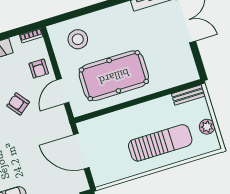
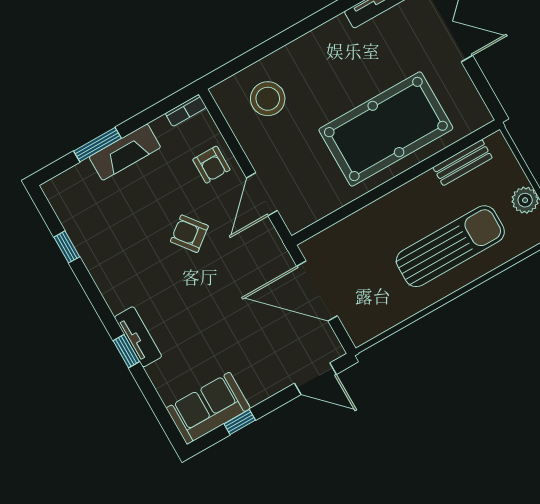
pool table: (114, 76) -> (386, 129), moved
bench: (188, 95) -> (463, 163), moved

